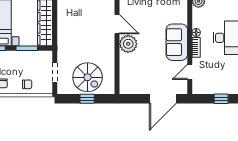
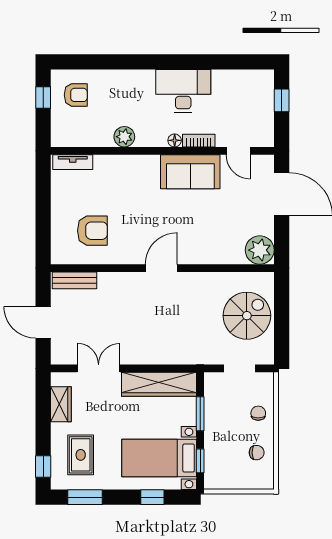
plant: (128, 44) -> (260, 250), moved
window: (87, 99) -> (282, 316), removed

